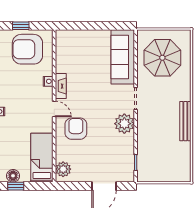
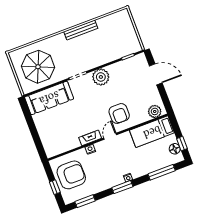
armchair: (27, 49) -> (71, 175), turned -90
armchair: (76, 129) -> (119, 114), turned -90

